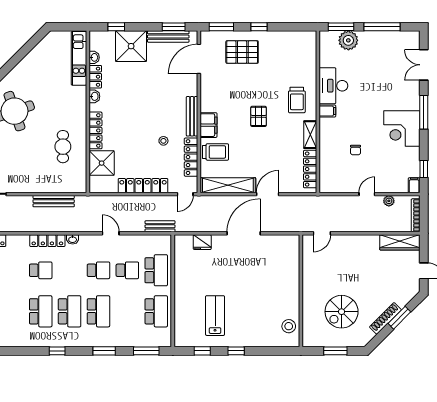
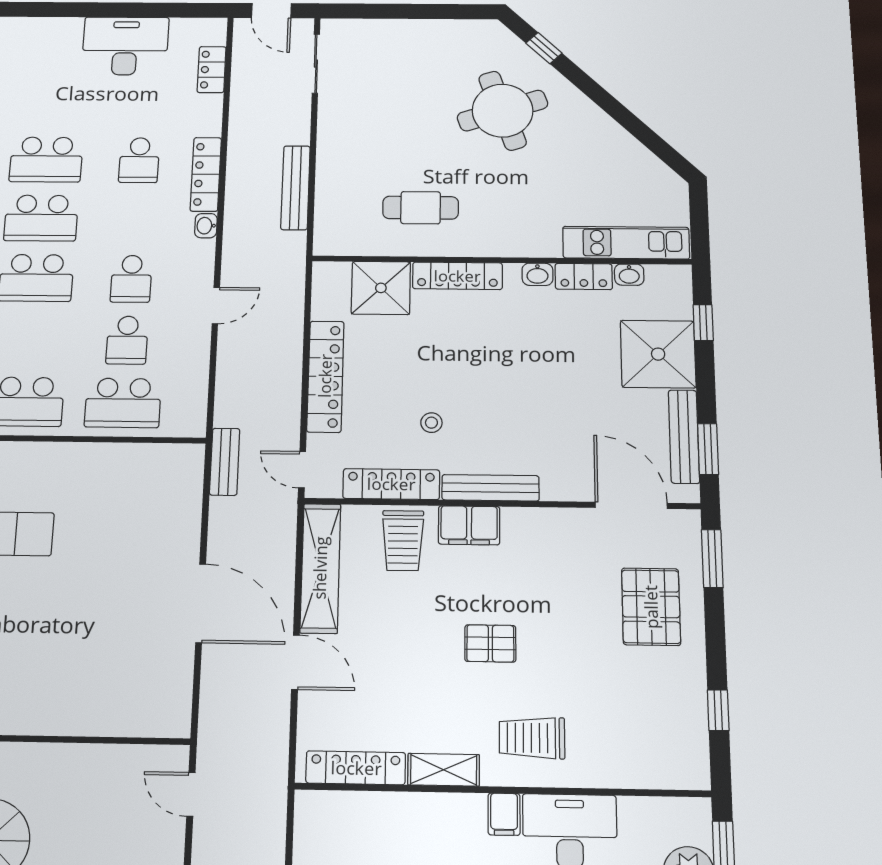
window: (259, 27) -> (718, 710), moved
bench: (160, 226) -> (225, 462), moved
fridge: (202, 242) -> (184, 507), removed

